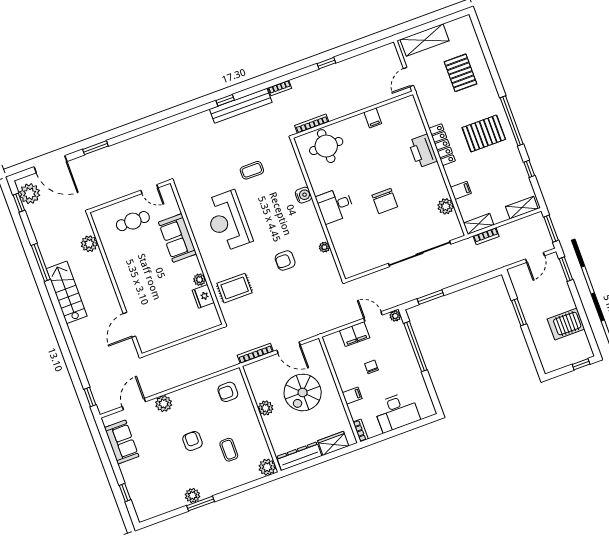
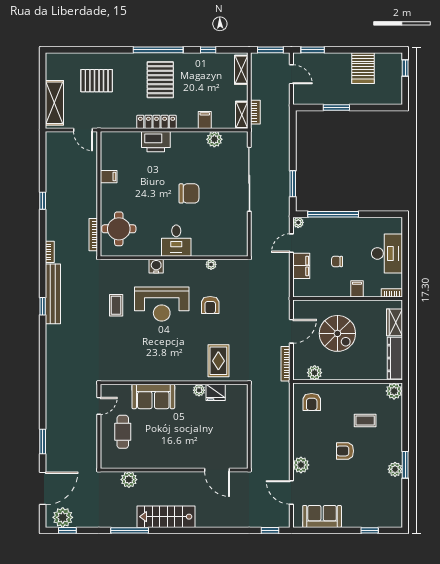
reception desk: (228, 221) -> (162, 304), moved
plant: (266, 408) -> (315, 373), moved

